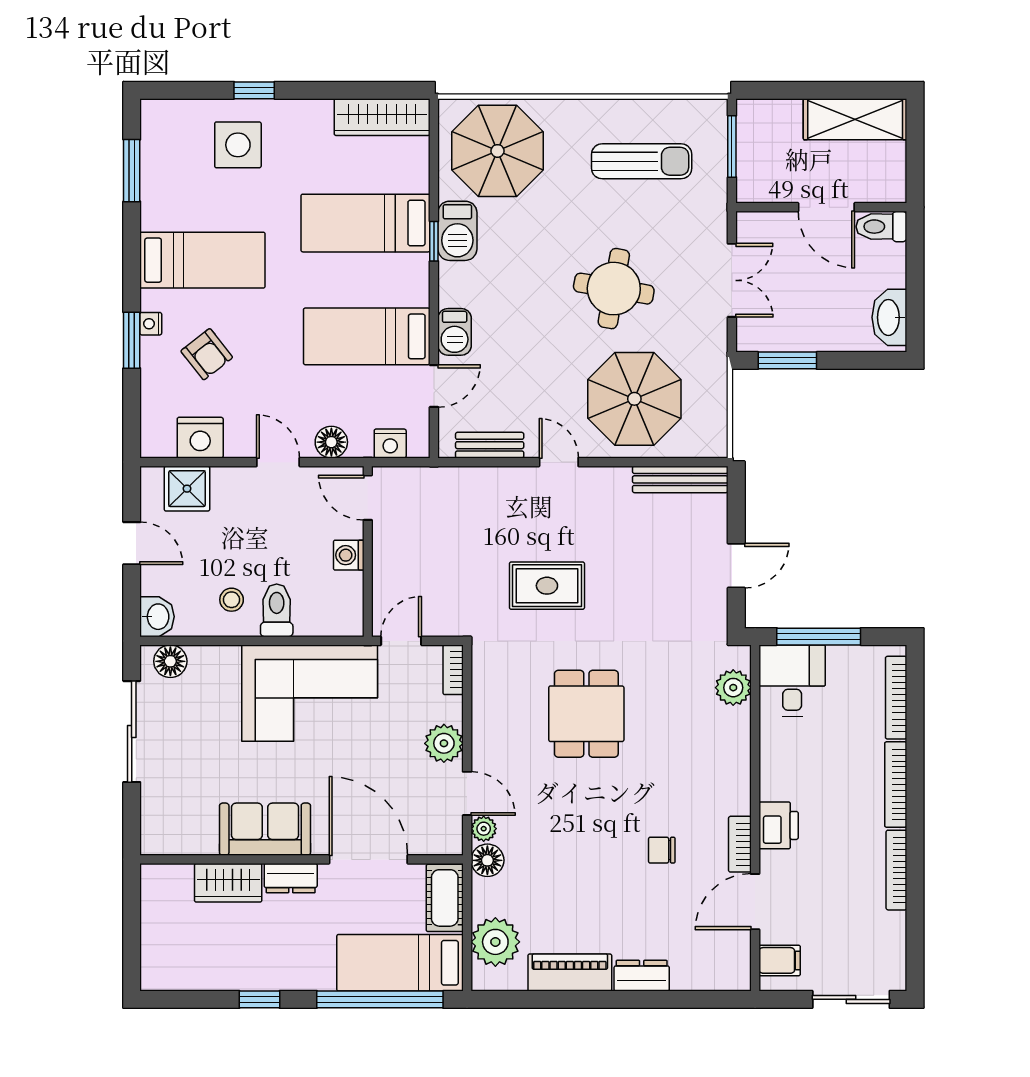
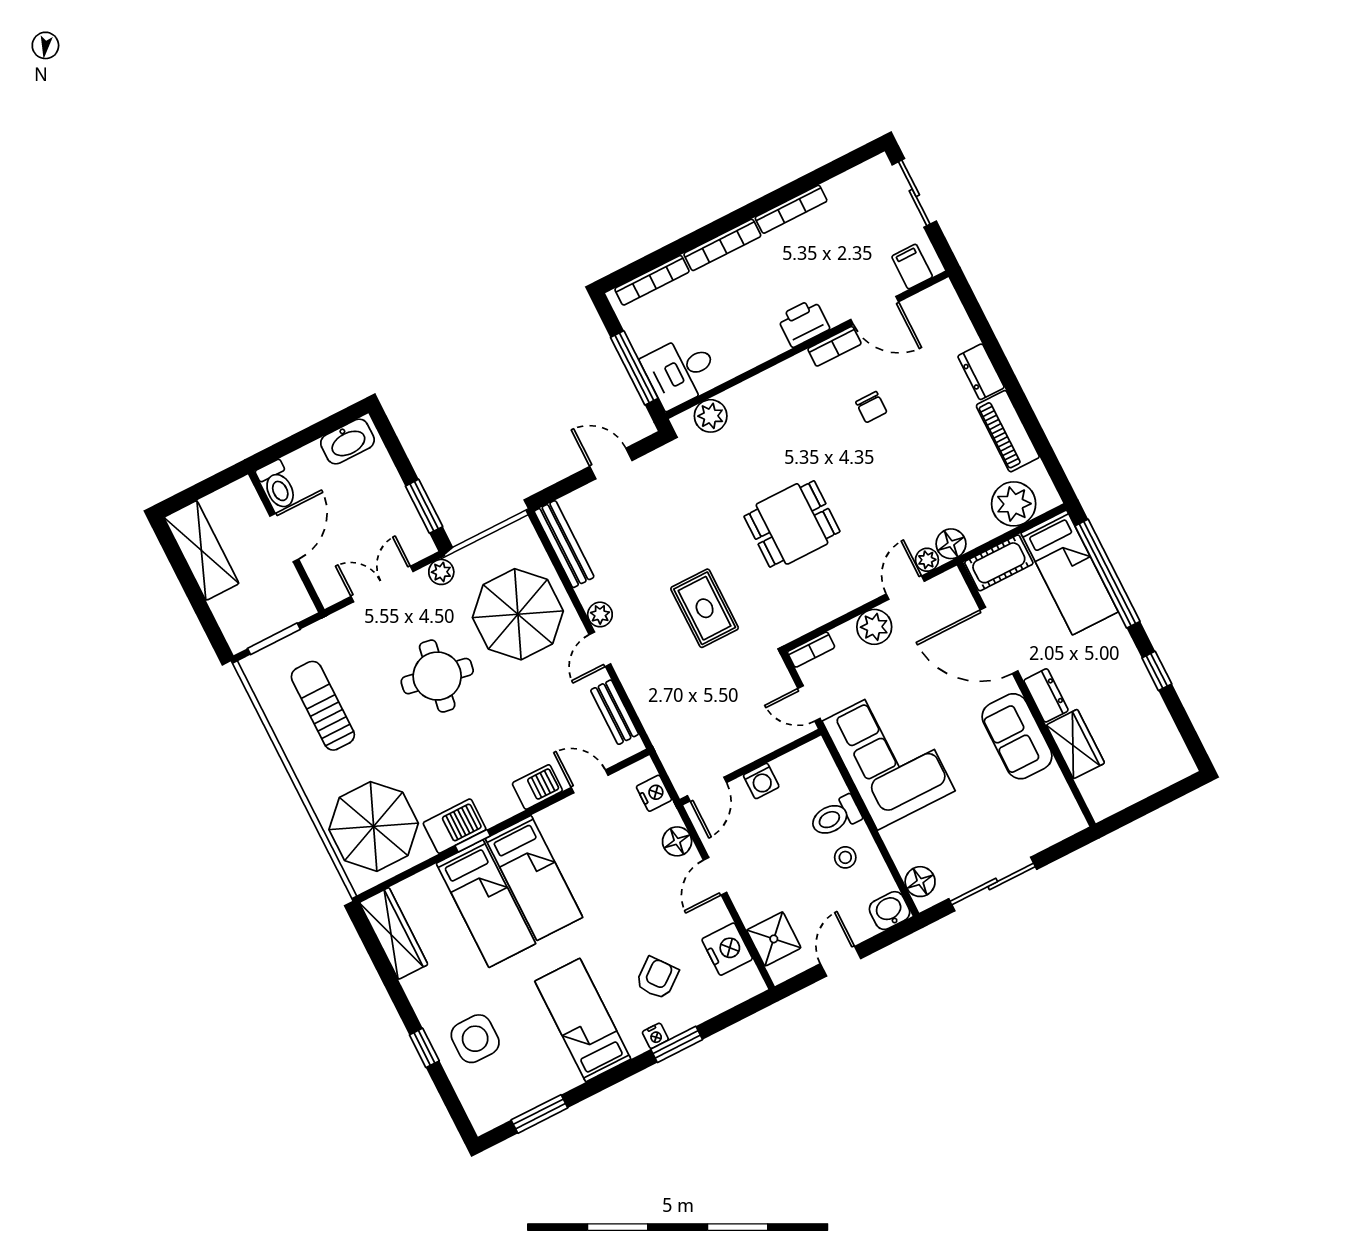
bed: (367, 336) -> (534, 878), moved
plant: (714, 345) -> (441, 572), added
plant: (593, 480) -> (600, 614), added
door: (368, 859) -> (999, 640), hinge flipped

